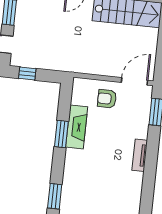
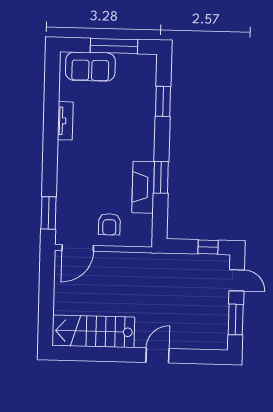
armchair: (107, 99) -> (109, 224), turned 90
tv unit: (140, 155) -> (65, 121), moved

